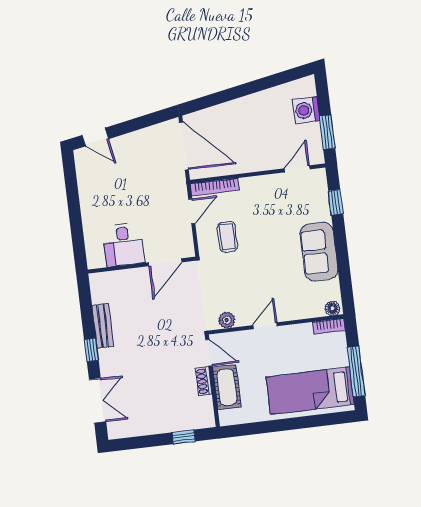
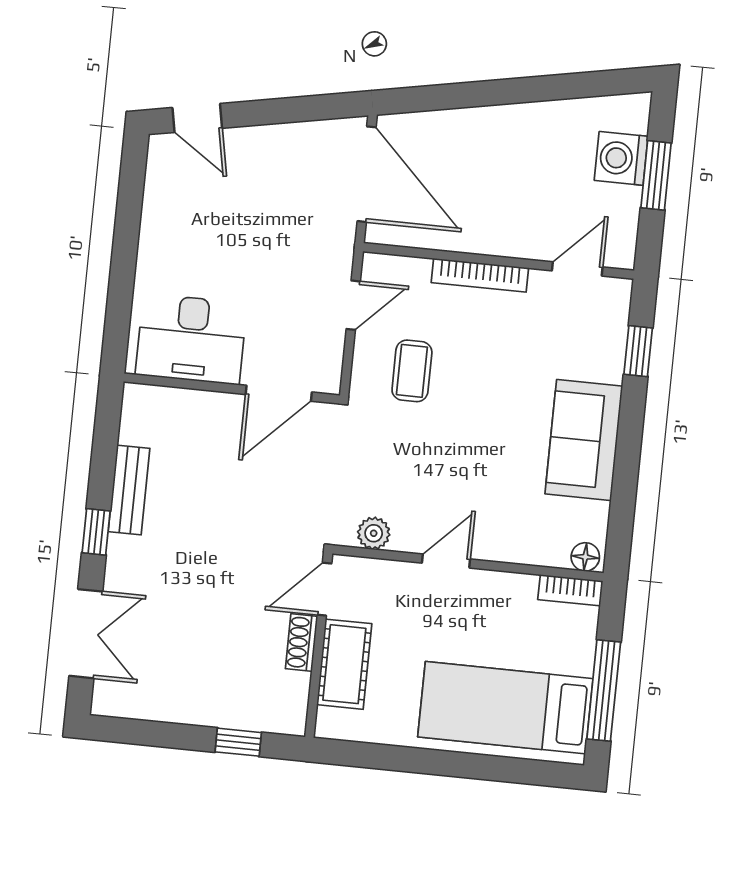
window: (327, 132) -> (656, 175), moved
bookcase: (215, 187) -> (480, 275), moved
desk: (124, 245) -> (191, 339), width x1.37
door: (209, 353) -> (324, 589), swing flipped

